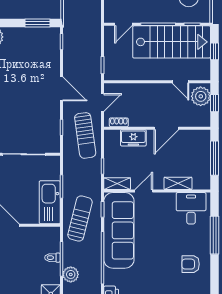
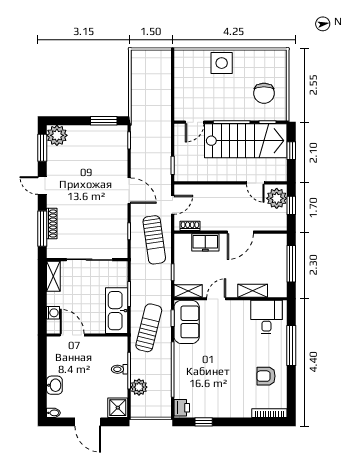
sofa: (119, 230) -> (187, 322), width x0.54, depth x0.79

